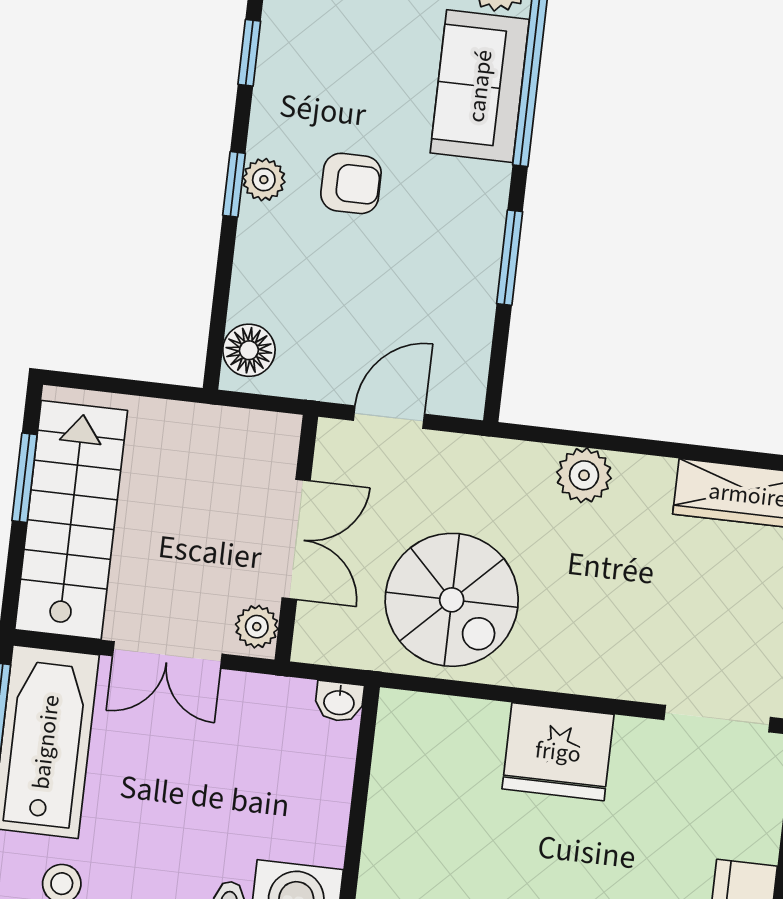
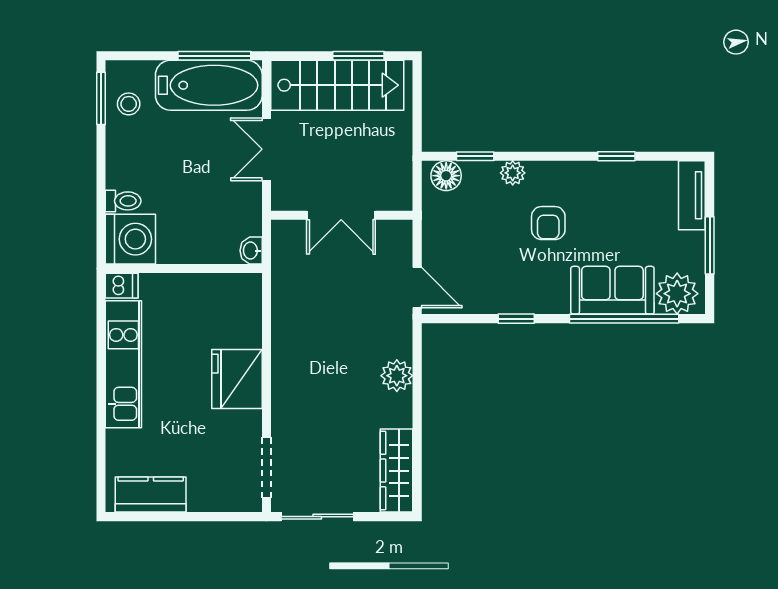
plant: (264, 180) -> (513, 173), moved
window: (234, 184) -> (475, 156), moved
window: (510, 258) -> (516, 319), width x0.67
door: (389, 417) -> (417, 288), moved
spiral stairs: (452, 600) -> (317, 308), removed
plant: (257, 627) -> (289, 198), removed

